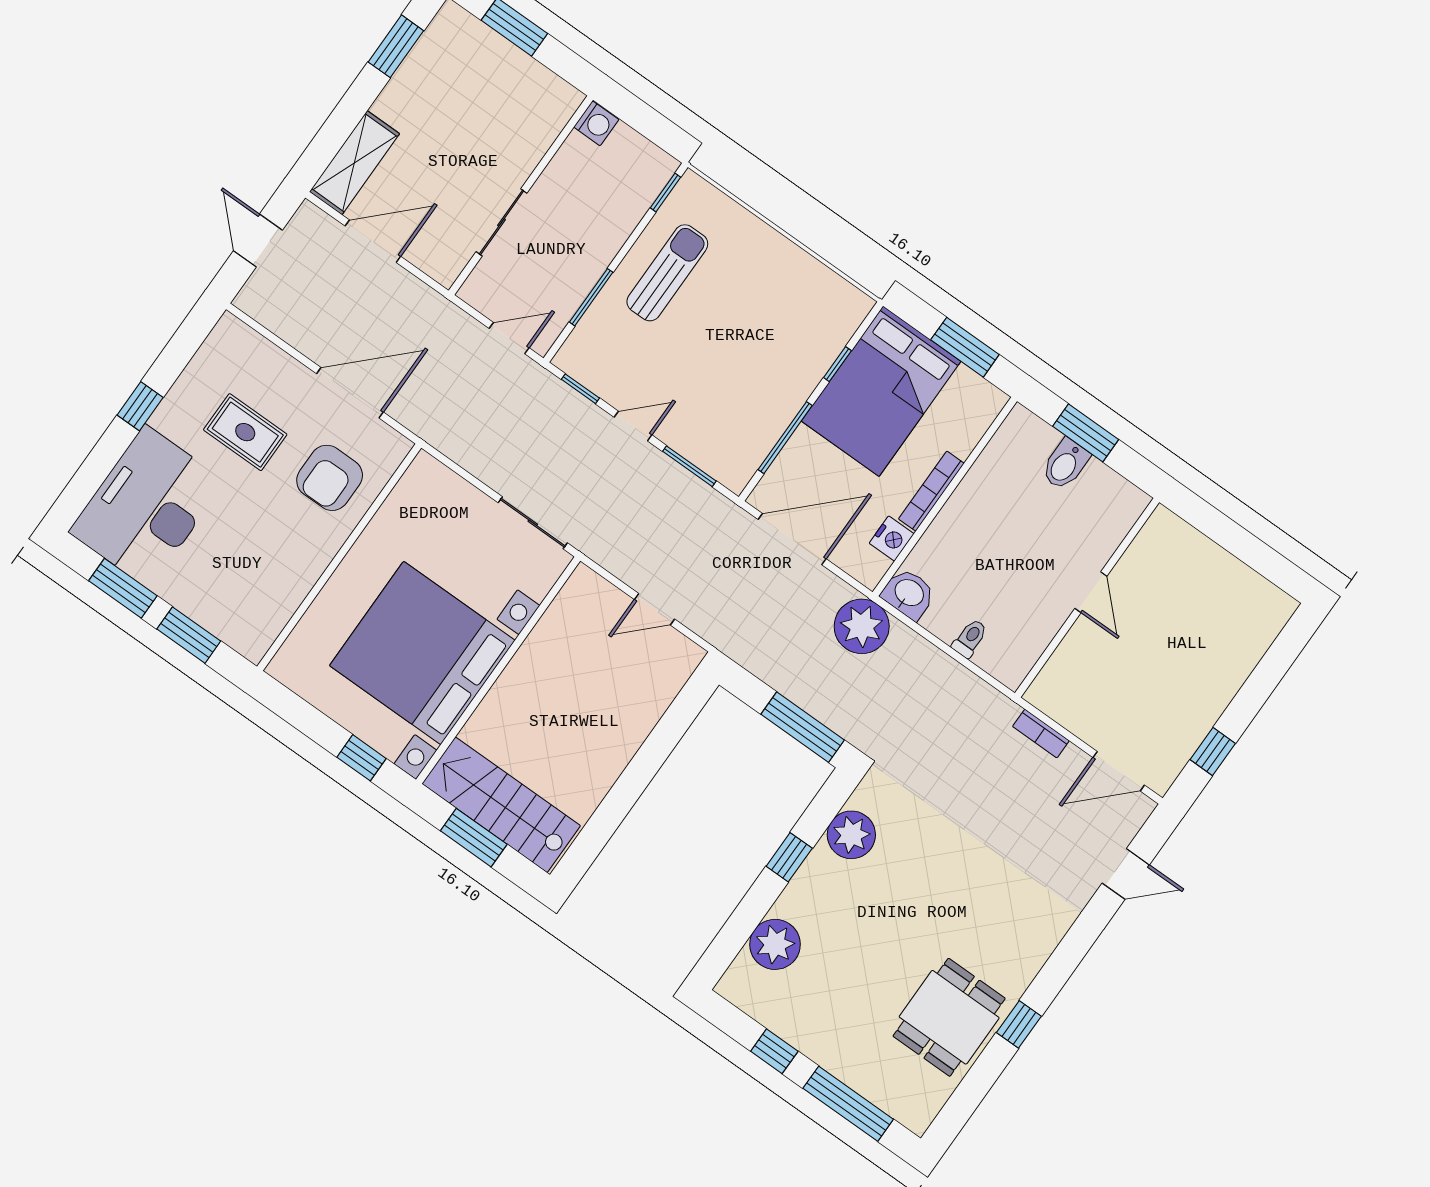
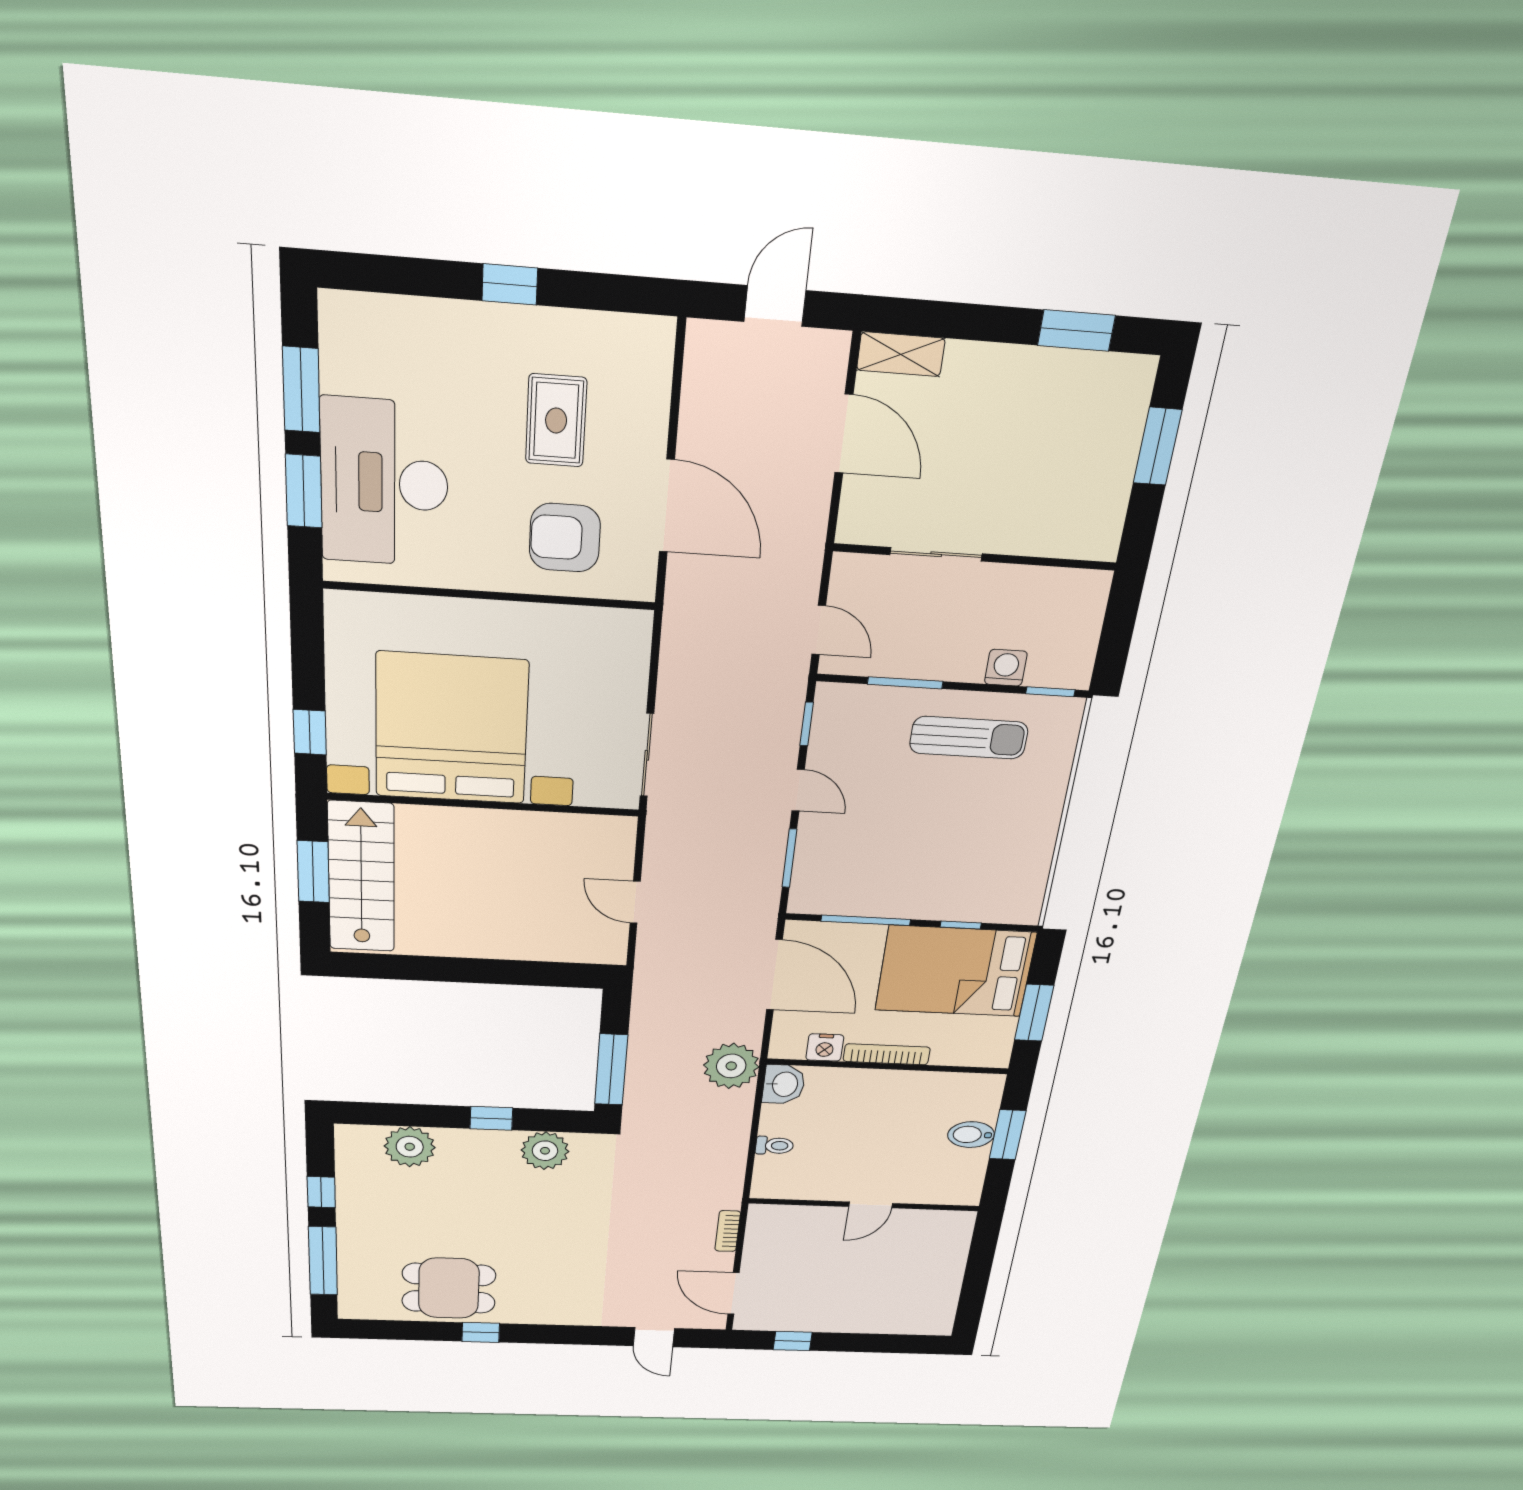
washing machine: (596, 123) -> (1006, 668), moved, turned 180
shelving: (354, 163) -> (901, 354), width x0.67, depth x0.75
desk: (147, 507) -> (384, 483), moved, turned -90

